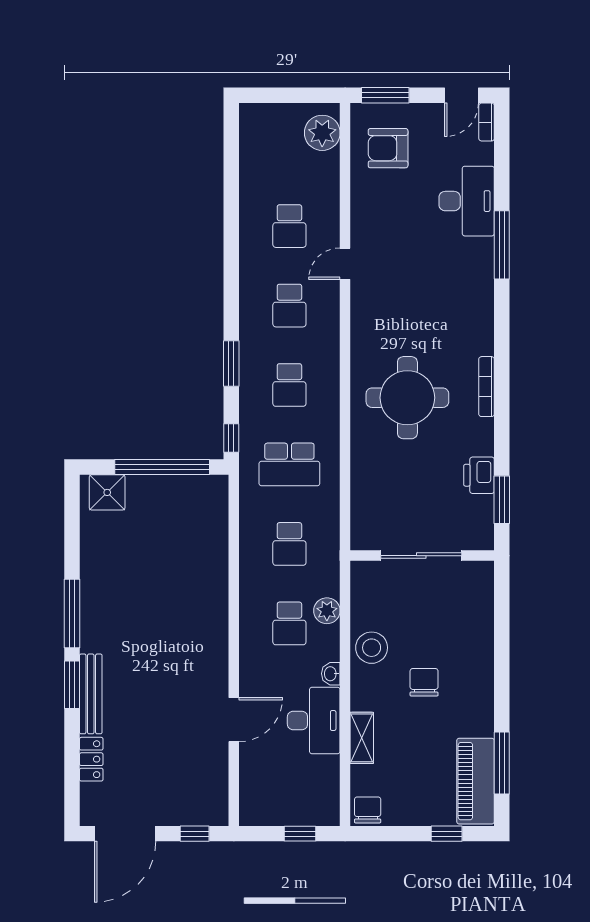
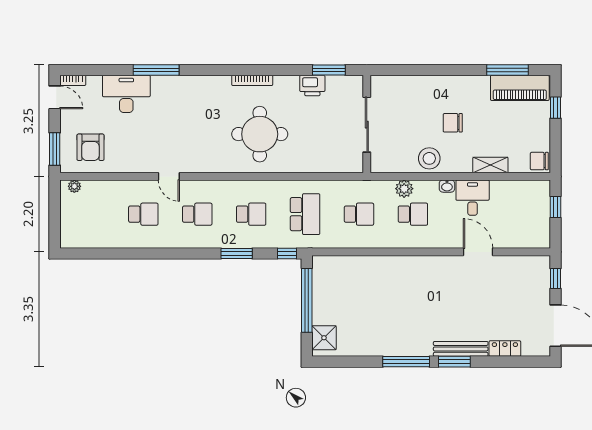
plant: (322, 133) -> (74, 186), width x0.53, depth x0.53
desk: (314, 721) -> (473, 198), width x0.73

